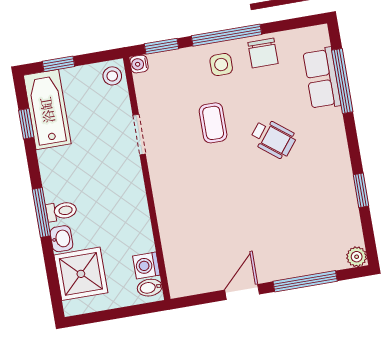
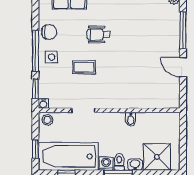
bathtub: (47, 110) -> (68, 156), width x1.36, depth x1.36
wheelchair: (273, 138) -> (99, 35), turned -128
washing machine: (146, 265) -> (106, 164), moved, turned 180
bidet: (150, 288) -> (131, 119), moved

